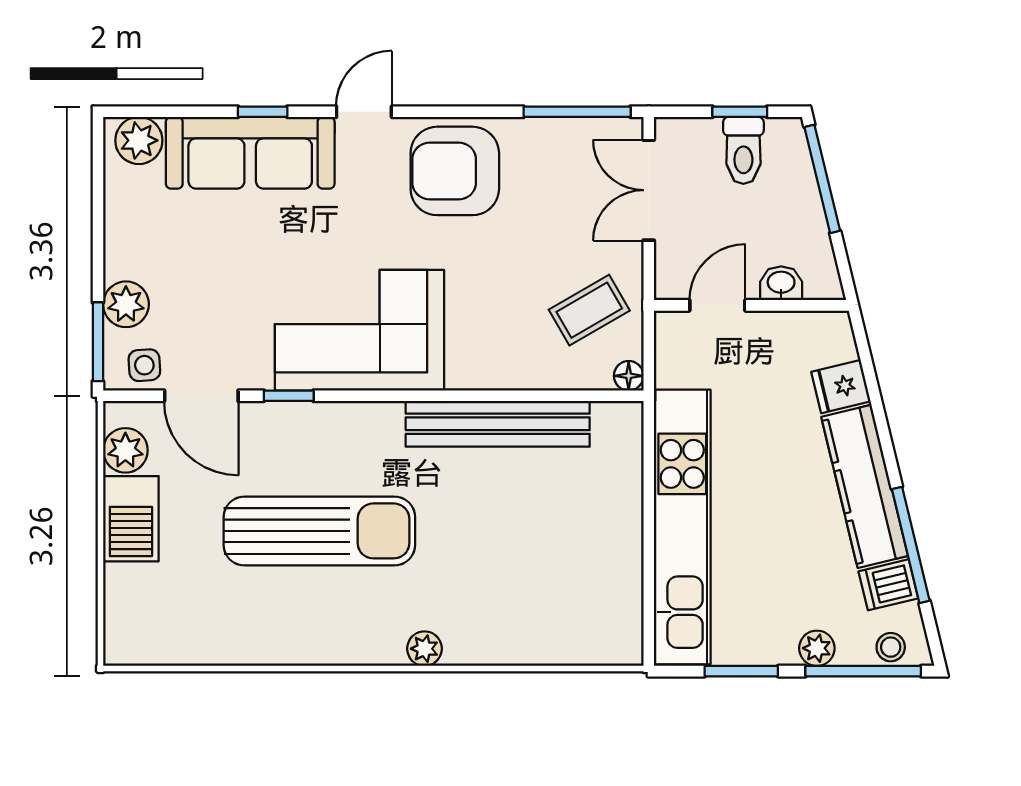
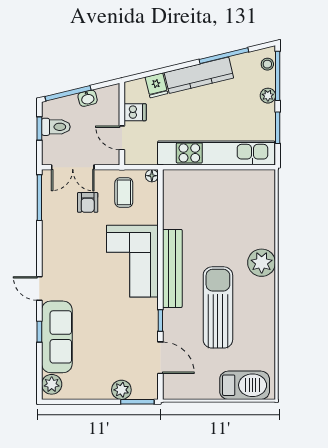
armchair: (455, 171) -> (88, 202), moved, width x0.53, depth x0.53
washbasin: (781, 283) -> (88, 98), moved, turned -104
coffee table: (589, 310) -> (124, 192), turned 30
corner sofa: (359, 330) -> (132, 261), moved
side table: (144, 365) -> (147, 382), removed
door: (201, 396) -> (160, 358), hinge flipped
bench: (498, 424) -> (172, 268), moved
plant: (125, 450) -> (184, 390), removed
barbecue: (131, 519) -> (245, 385), moved, width x1.37, depth x1.21
dishwasher: (888, 585) -> (135, 112), moved, turned -76
plant: (424, 649) -> (262, 263), width x1.87, depth x1.87

